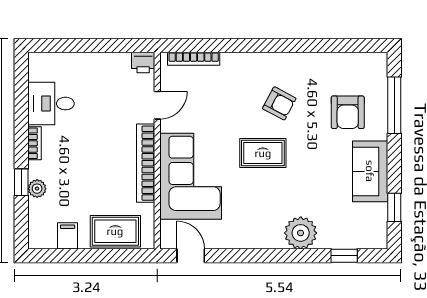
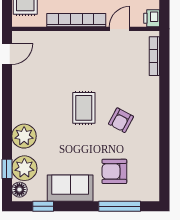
door: (157, 105) -> (120, 29), swing flipped
corner sofa: (191, 176) -> (66, 54), removed
plant: (343, 232) -> (24, 168), added
floor lamp: (372, 239) -> (19, 190), added

